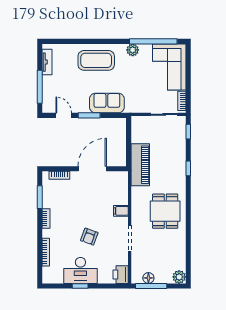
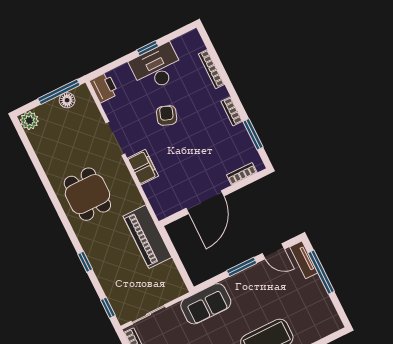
tv unit: (47, 62) -> (304, 260), moved
sofa: (107, 103) -> (206, 304), moved
filing cabinet: (121, 211) -> (143, 167), width x2.00

